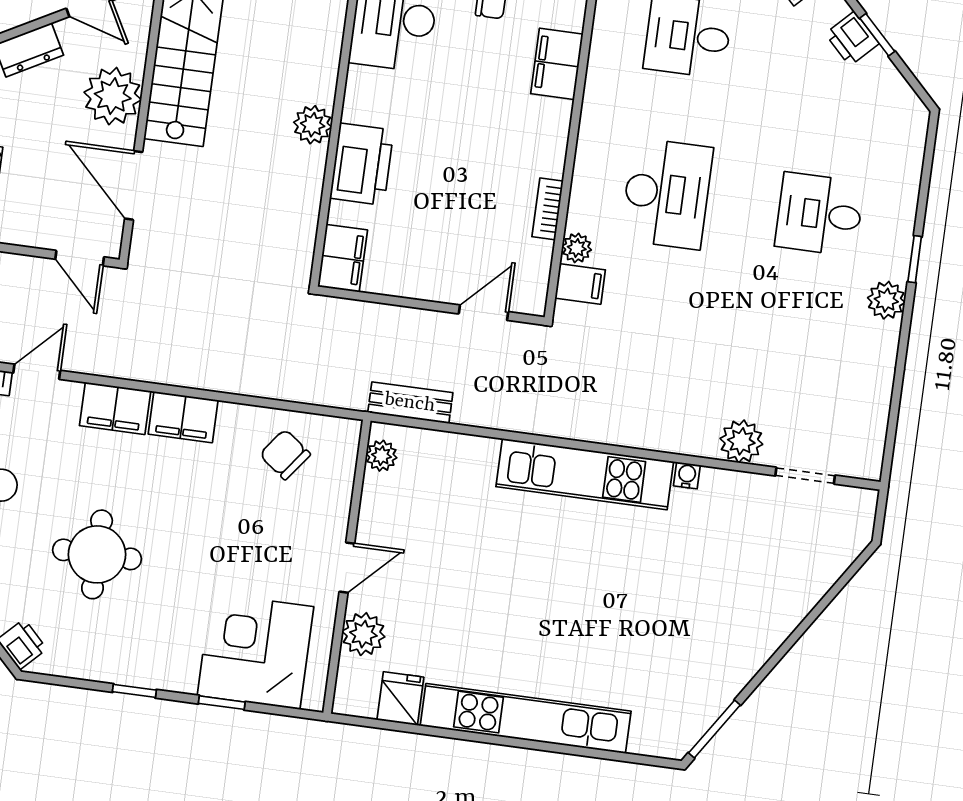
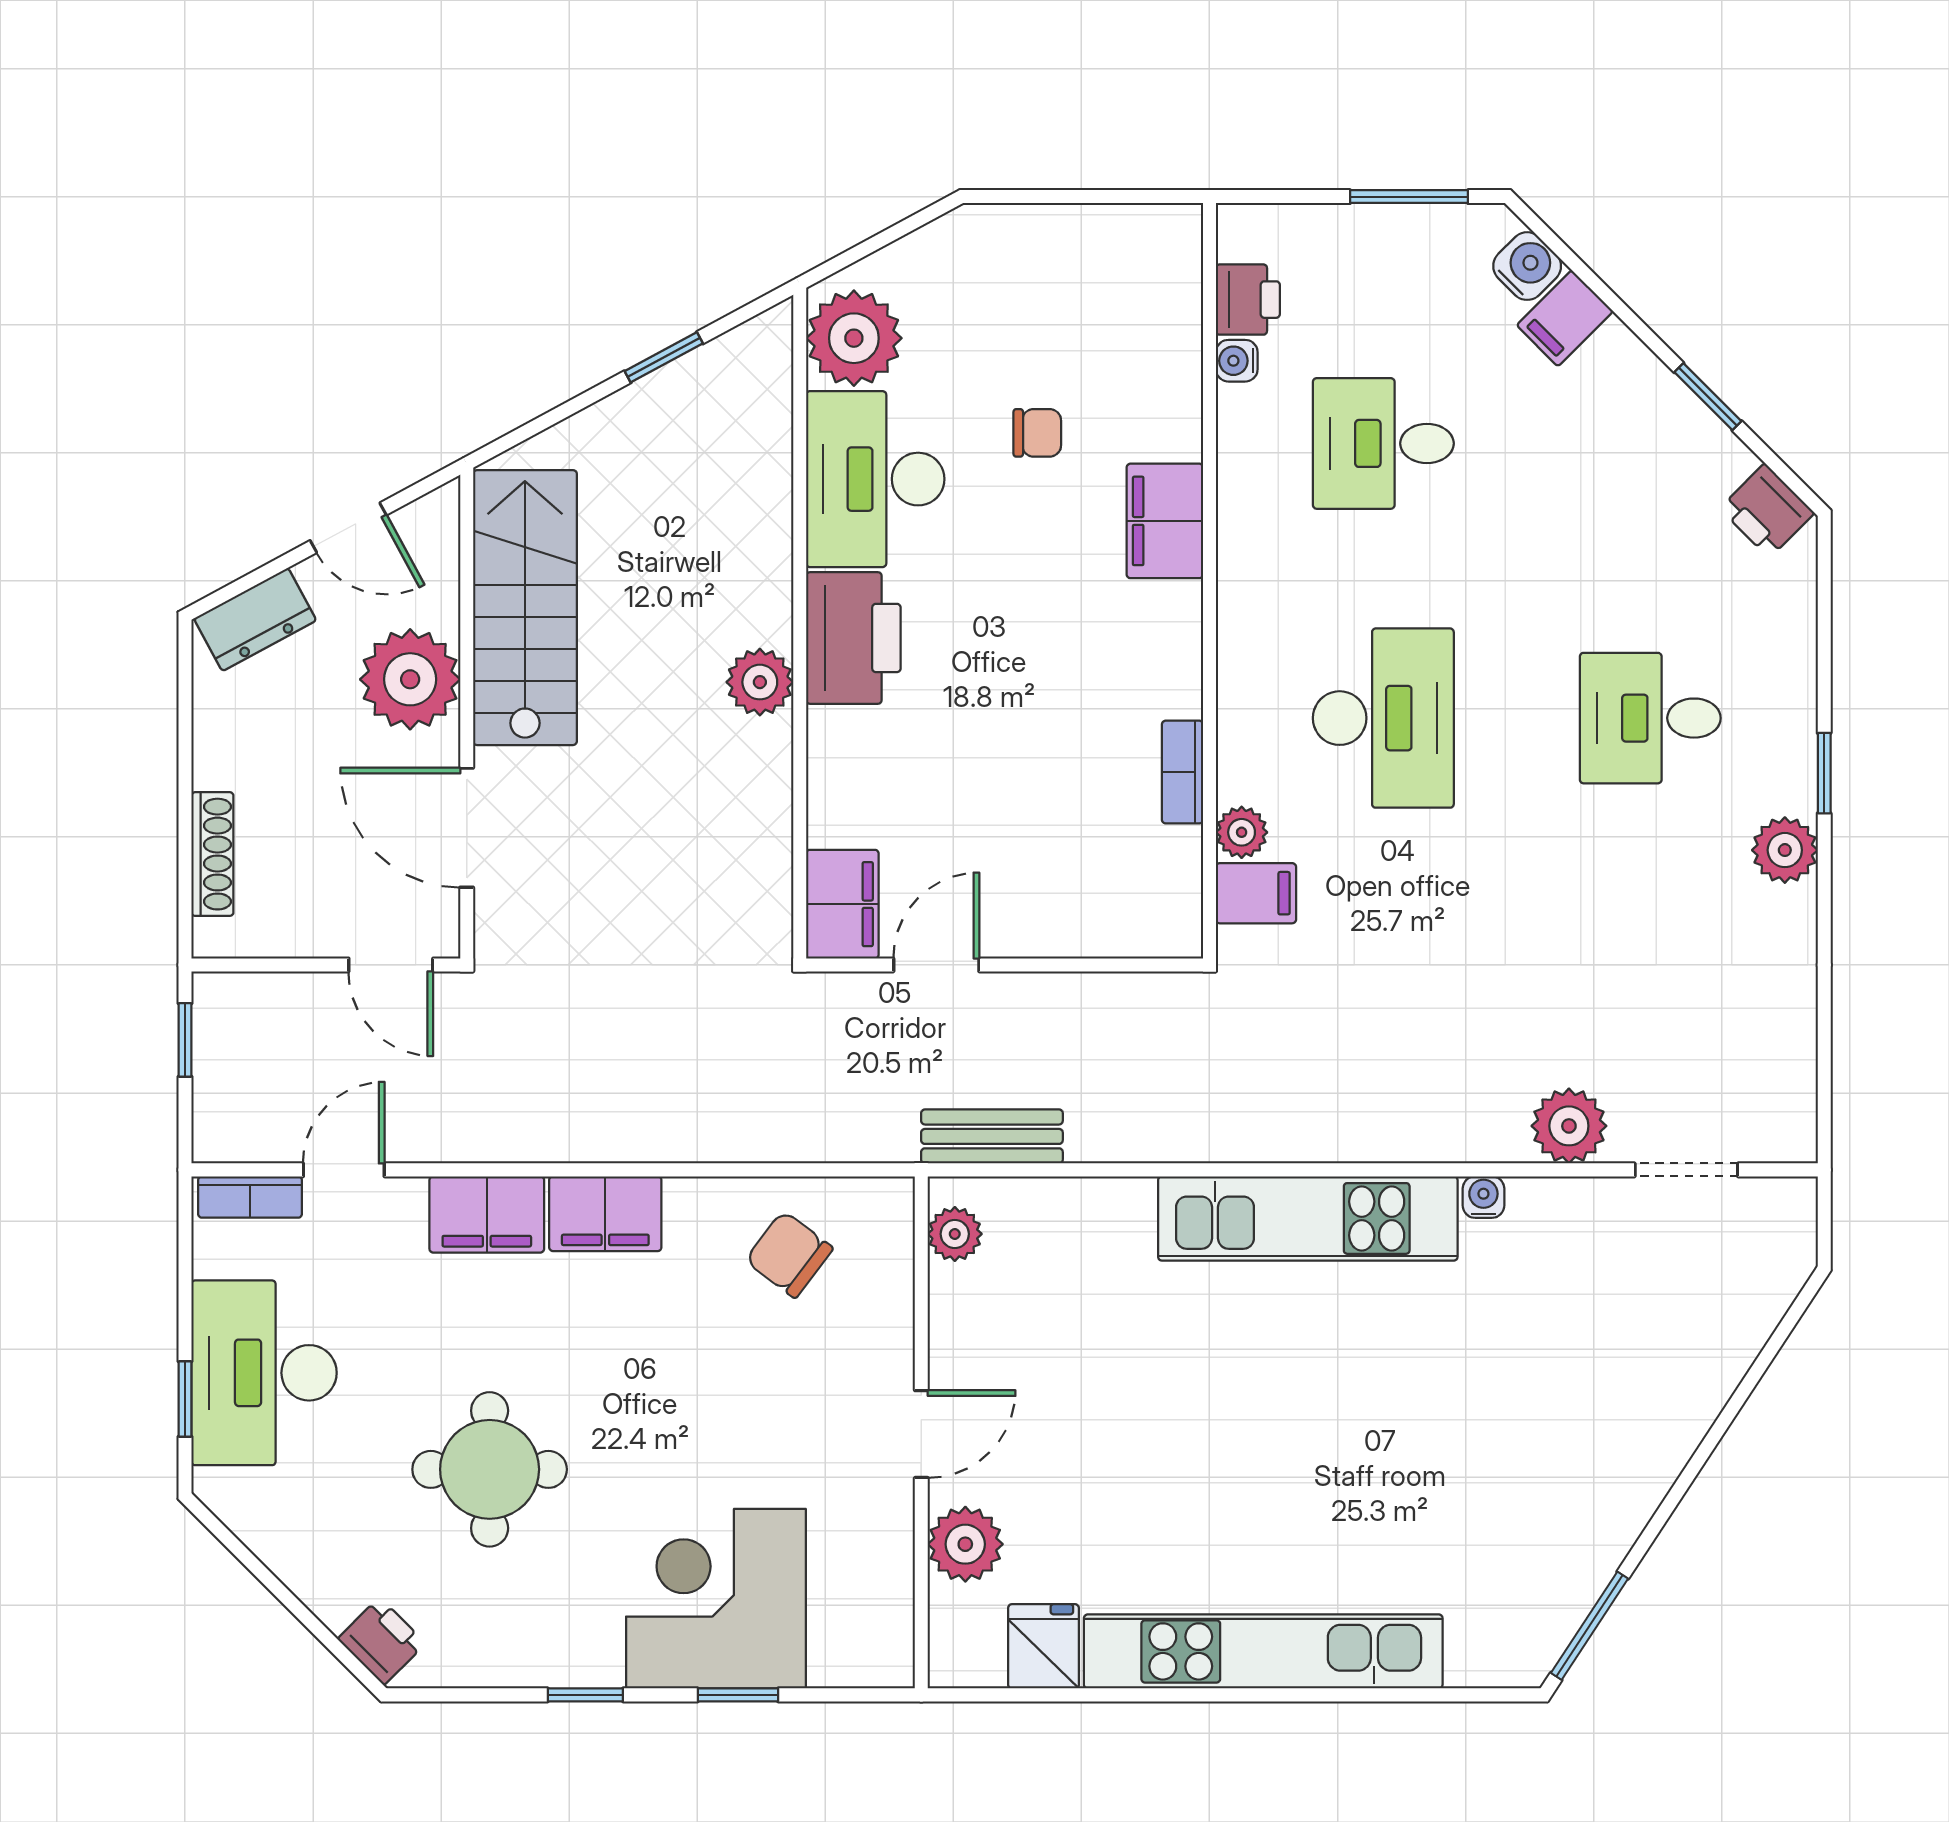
printer: (852, 39) -> (1767, 511), moved
printer: (362, 164) -> (853, 638), moved
door: (483, 313) -> (936, 965), moved
corner desk: (255, 651) -> (716, 1599), moved

